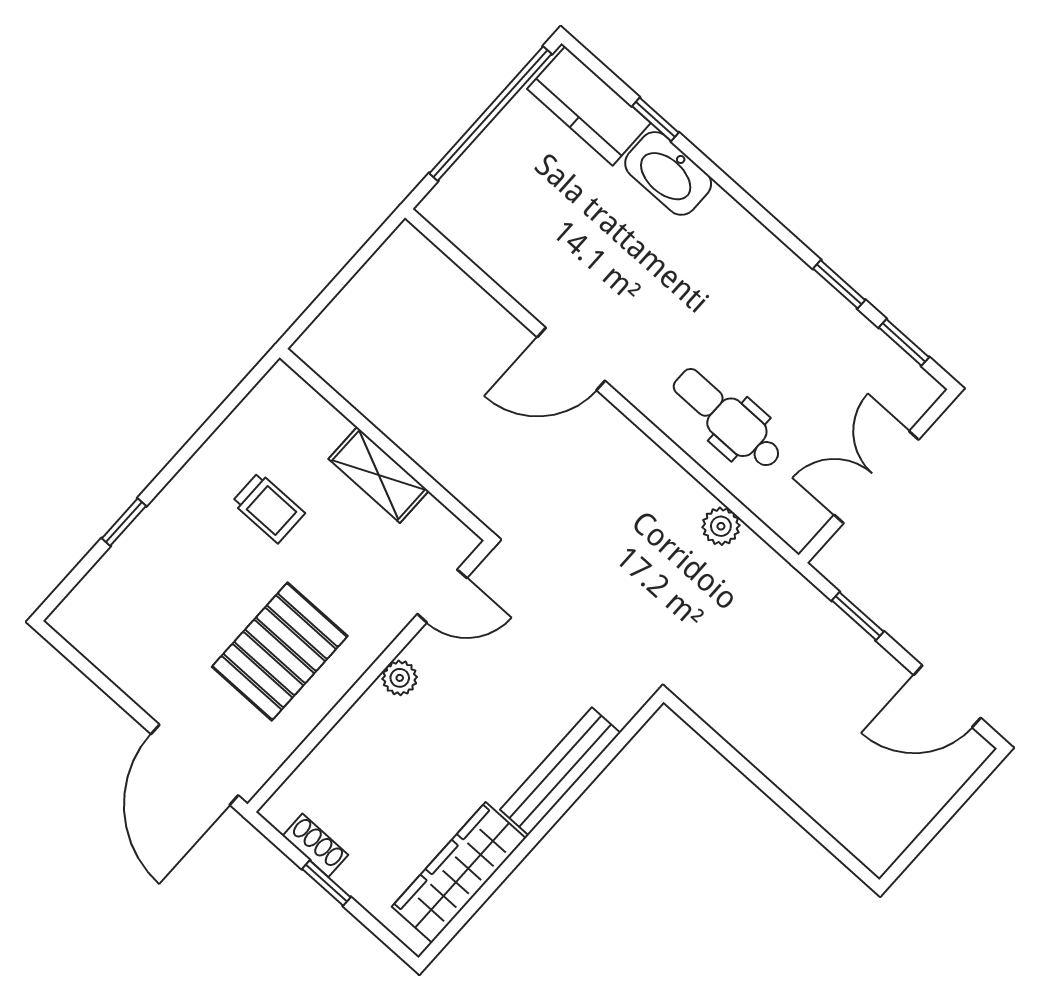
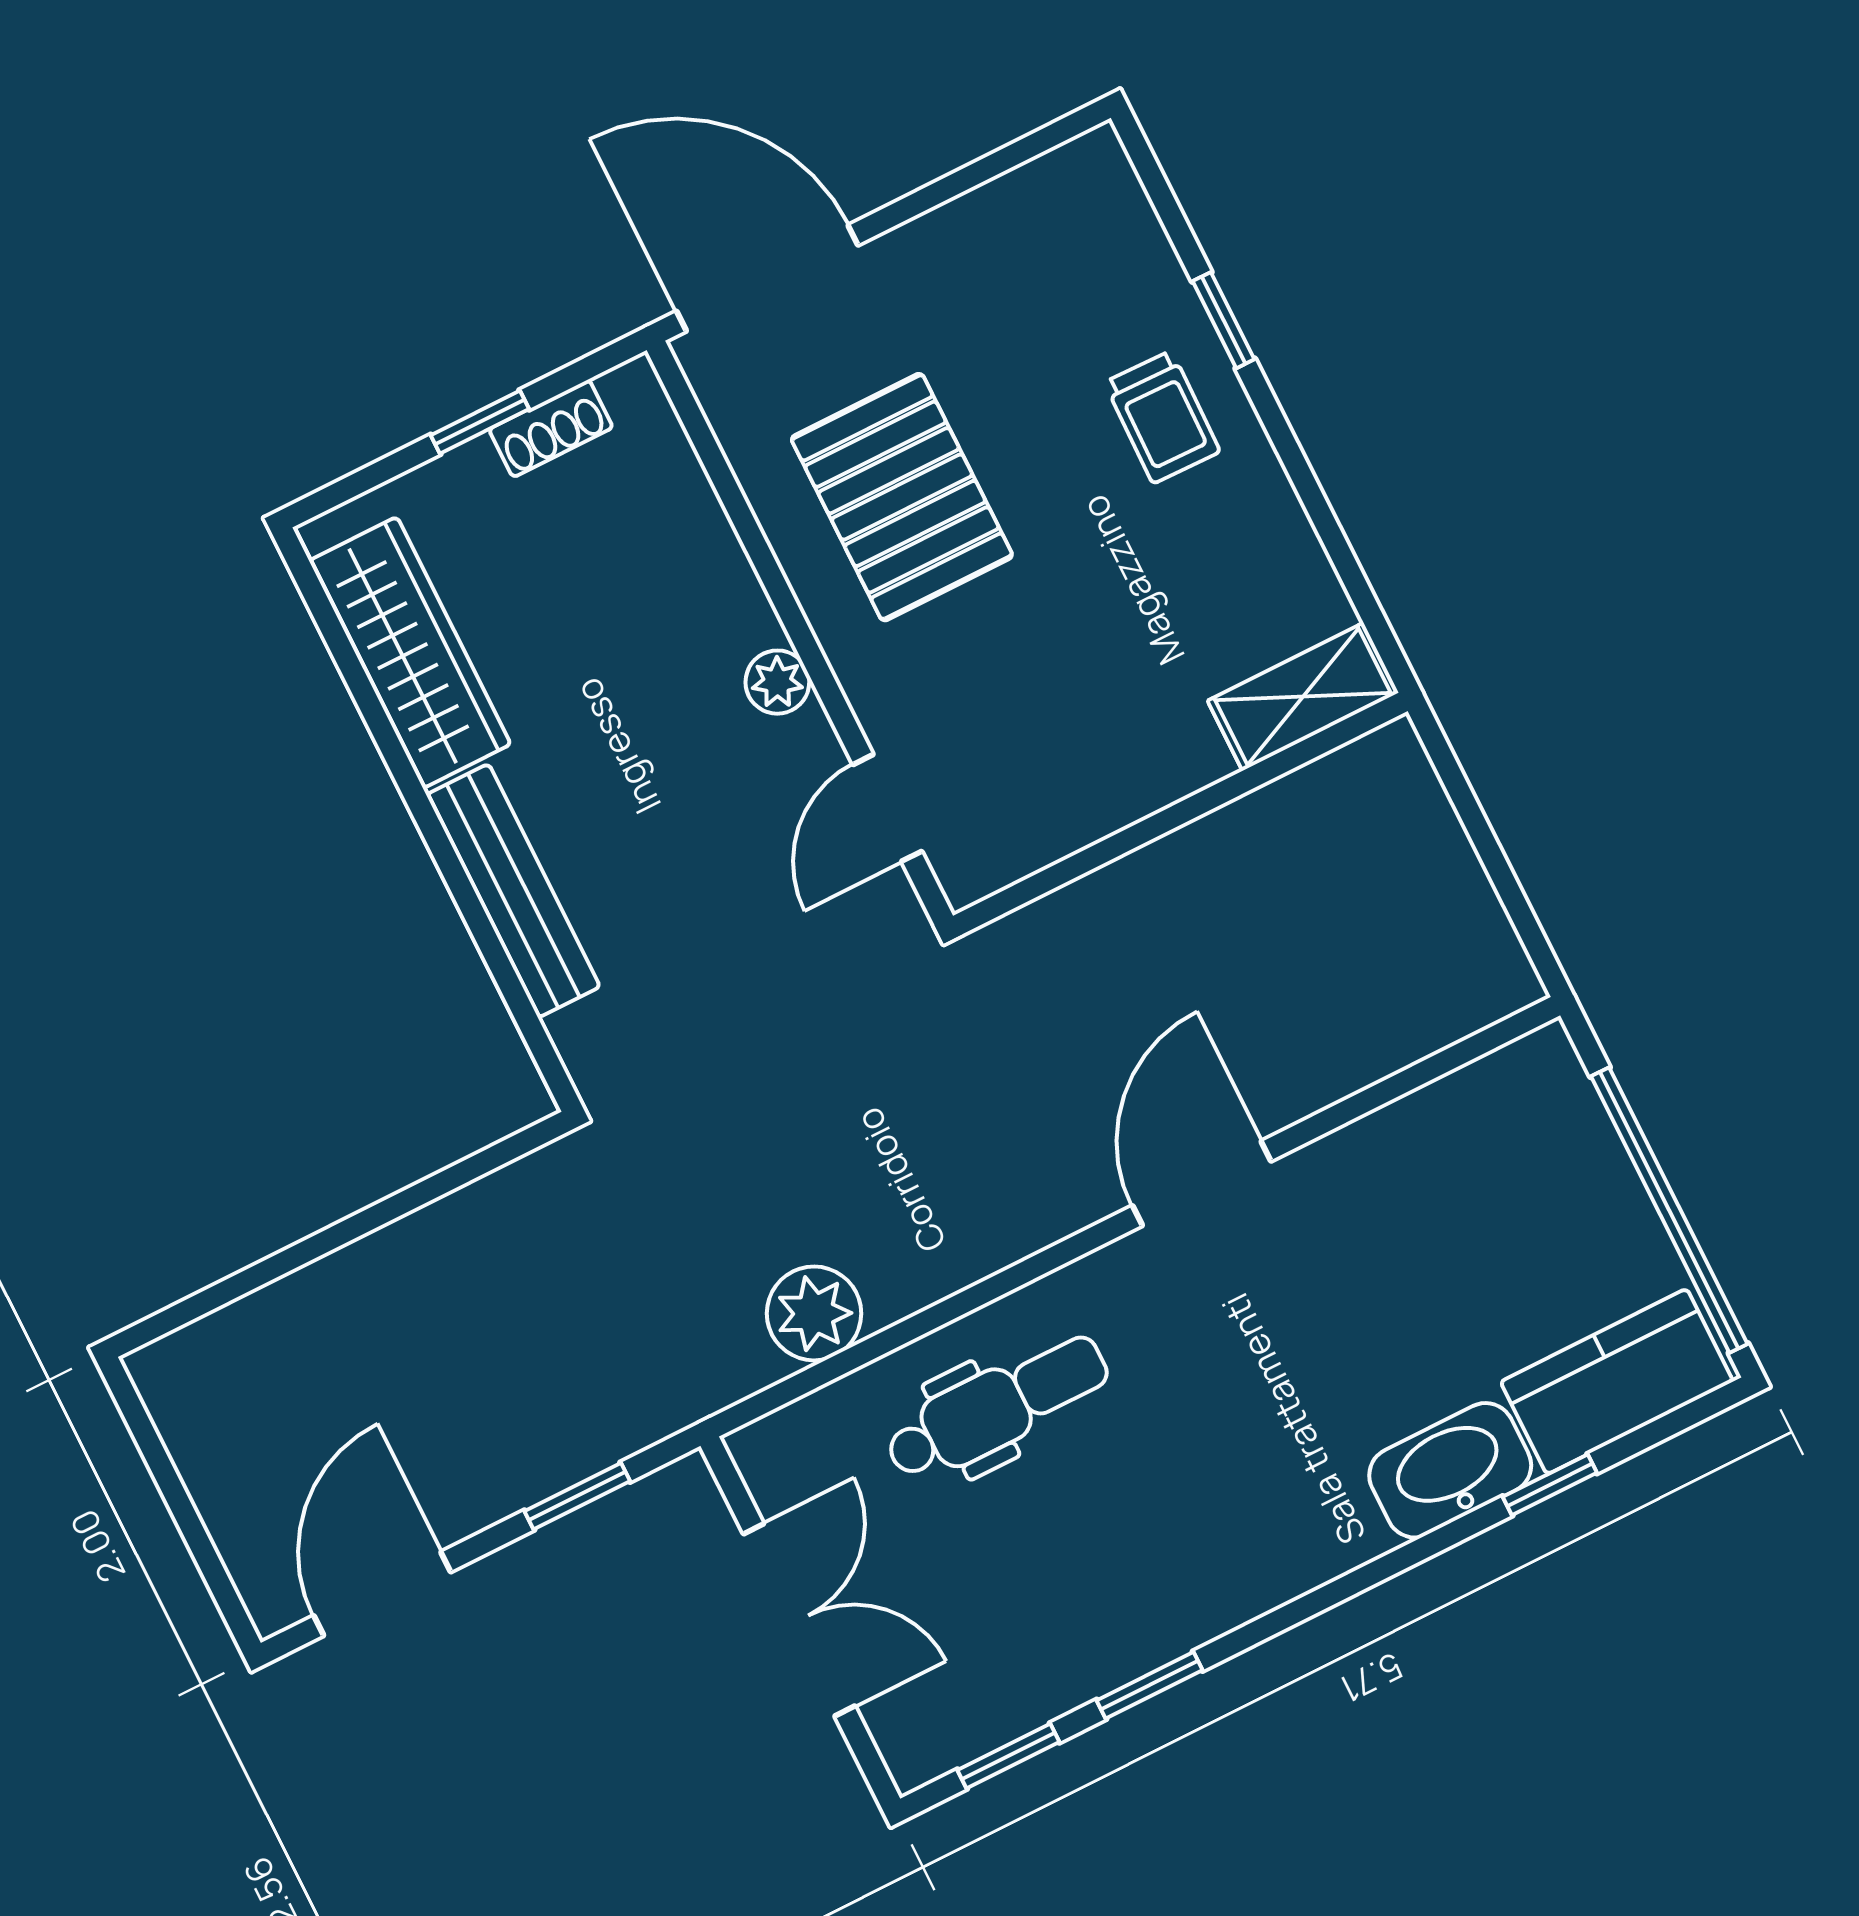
shelving: (379, 475) -> (1303, 697), moved
trolley: (268, 508) -> (1162, 417), moved, turned -89
plant: (721, 526) -> (814, 1313), width x1.38, depth x1.38

